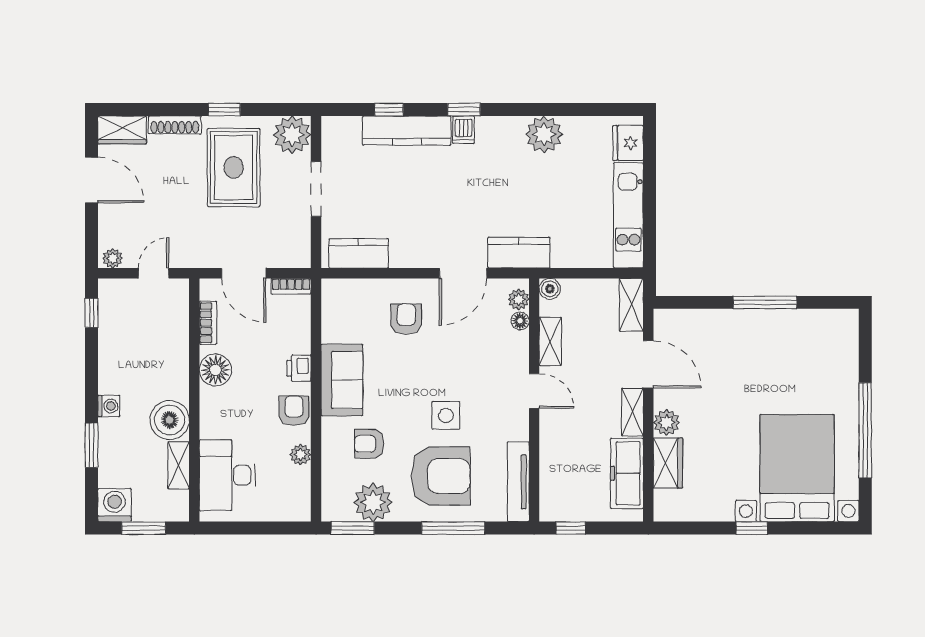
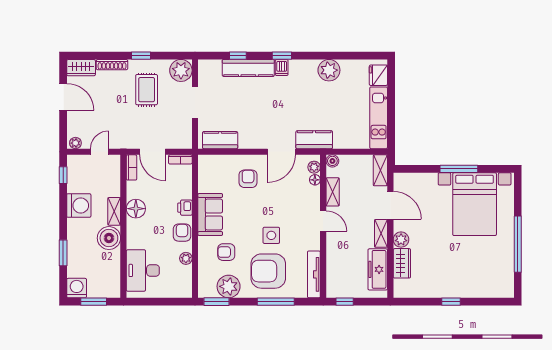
rug: (234, 167) -> (147, 90), width x0.73, depth x0.70
bookcase: (208, 323) -> (132, 167), moved
washing machine: (109, 406) -> (79, 206), moved, width x1.89, depth x1.89
shelving: (179, 465) -> (114, 211), moved
bed with nightstands: (797, 468) -> (475, 204), moved, turned 180
armchair: (441, 476) -> (268, 271), turned 180

